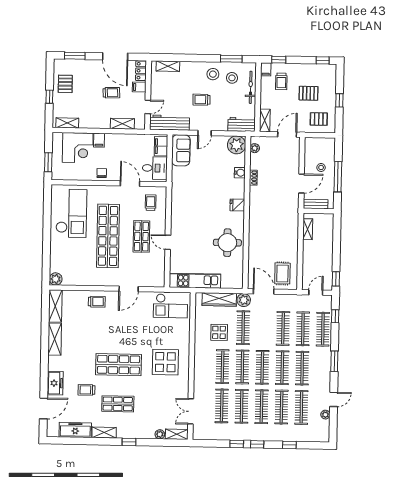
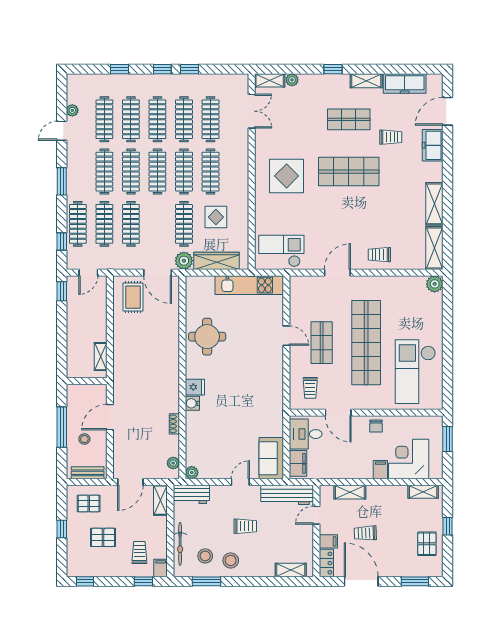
plant: (237, 145) -> (192, 473), width x0.53, depth x0.53
water cooler: (240, 173) -> (192, 403), moved
bench: (316, 204) -> (88, 473), moved

